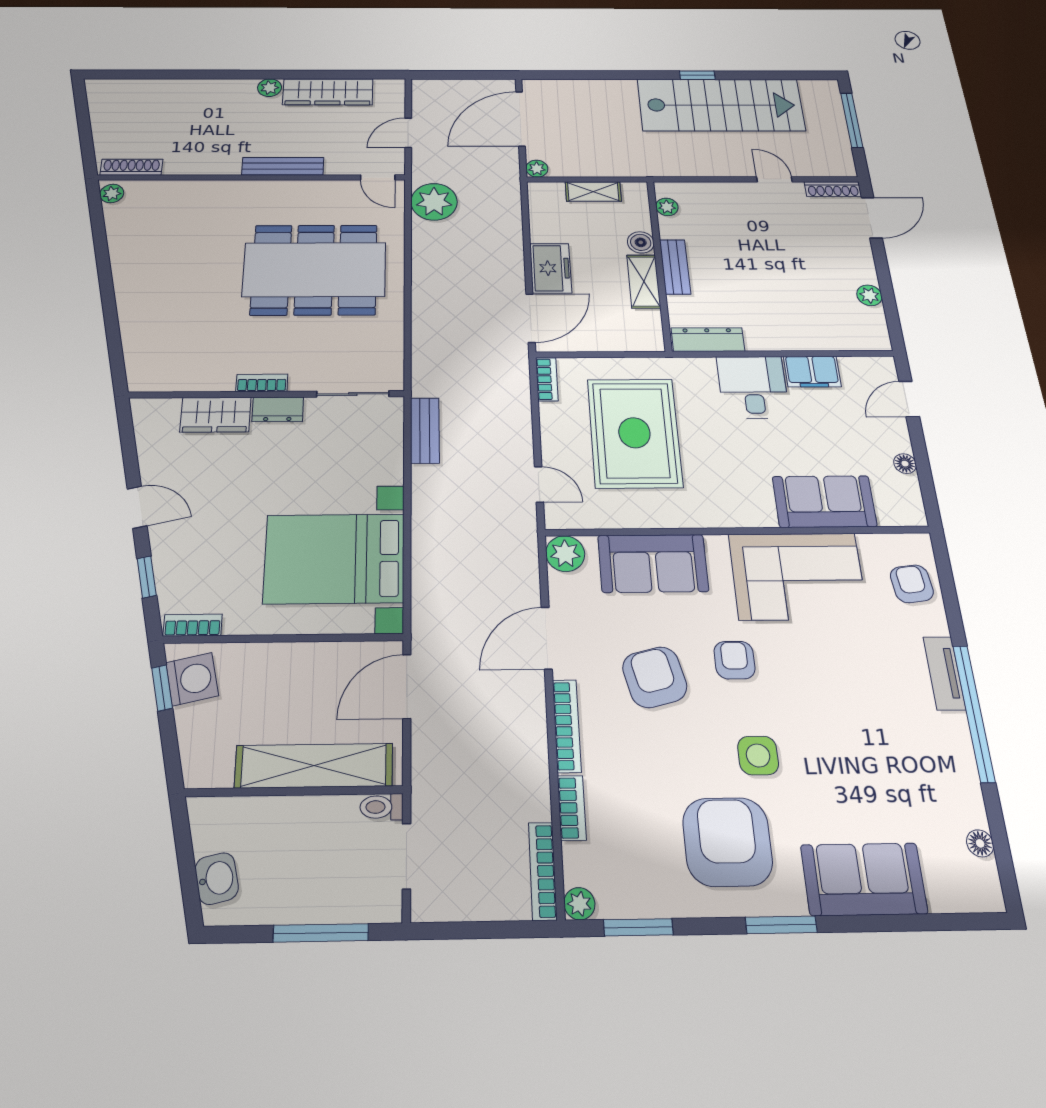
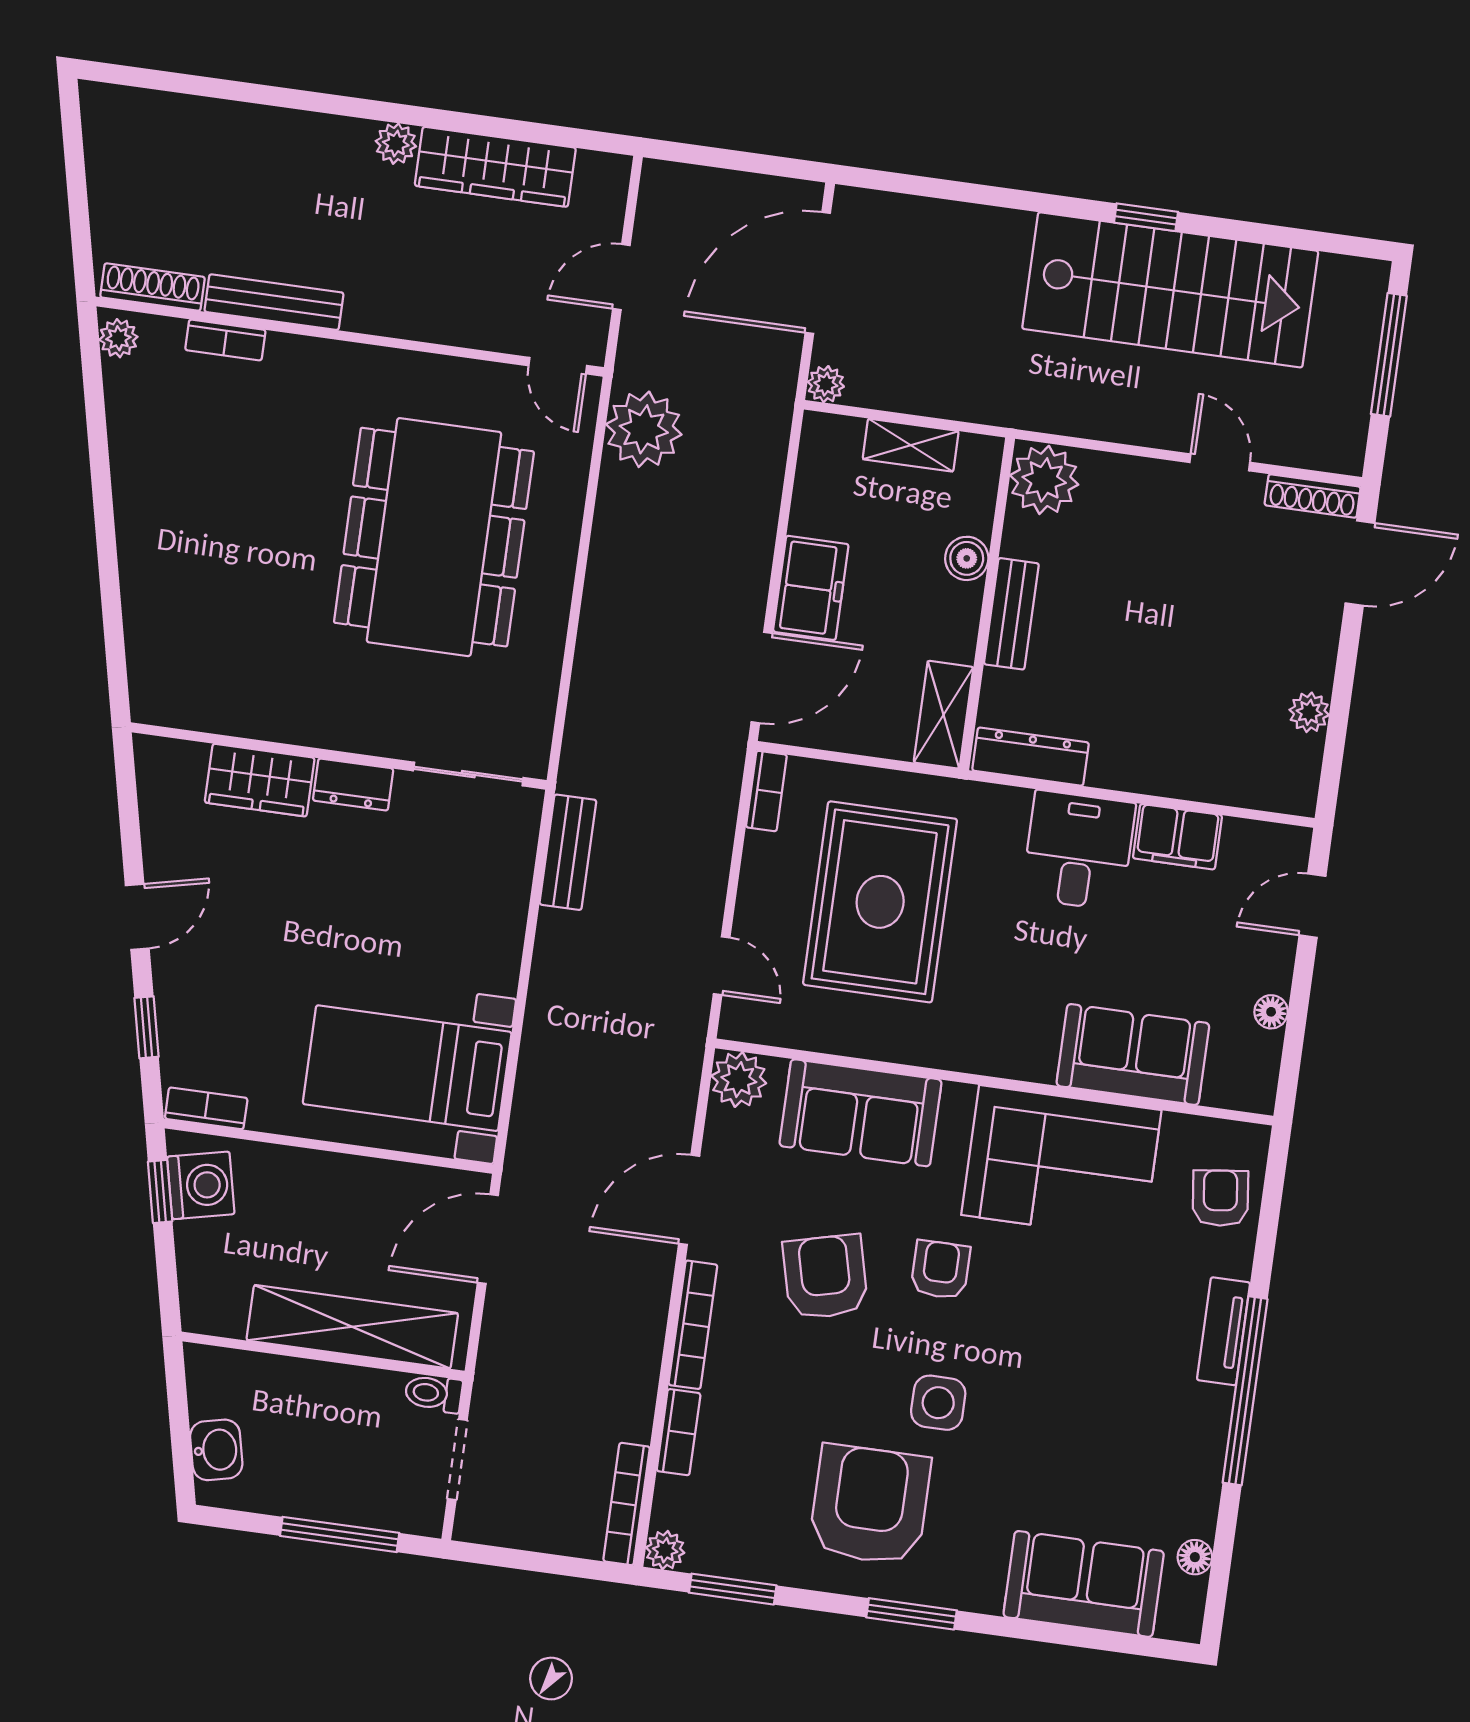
bench: (283, 166) -> (274, 302), moved
plant: (667, 207) -> (1044, 480), width x1.88, depth x1.88
dining table: (314, 270) -> (434, 537), turned 90
shelving: (644, 281) -> (944, 715), moved
bookcase: (262, 383) -> (225, 340), moved, turned 180
door: (137, 507) -> (137, 917), hinge flipped
bed with nightstands: (335, 558) -> (407, 1068), width x0.73
sofa: (864, 879) -> (1084, 1584), moved

